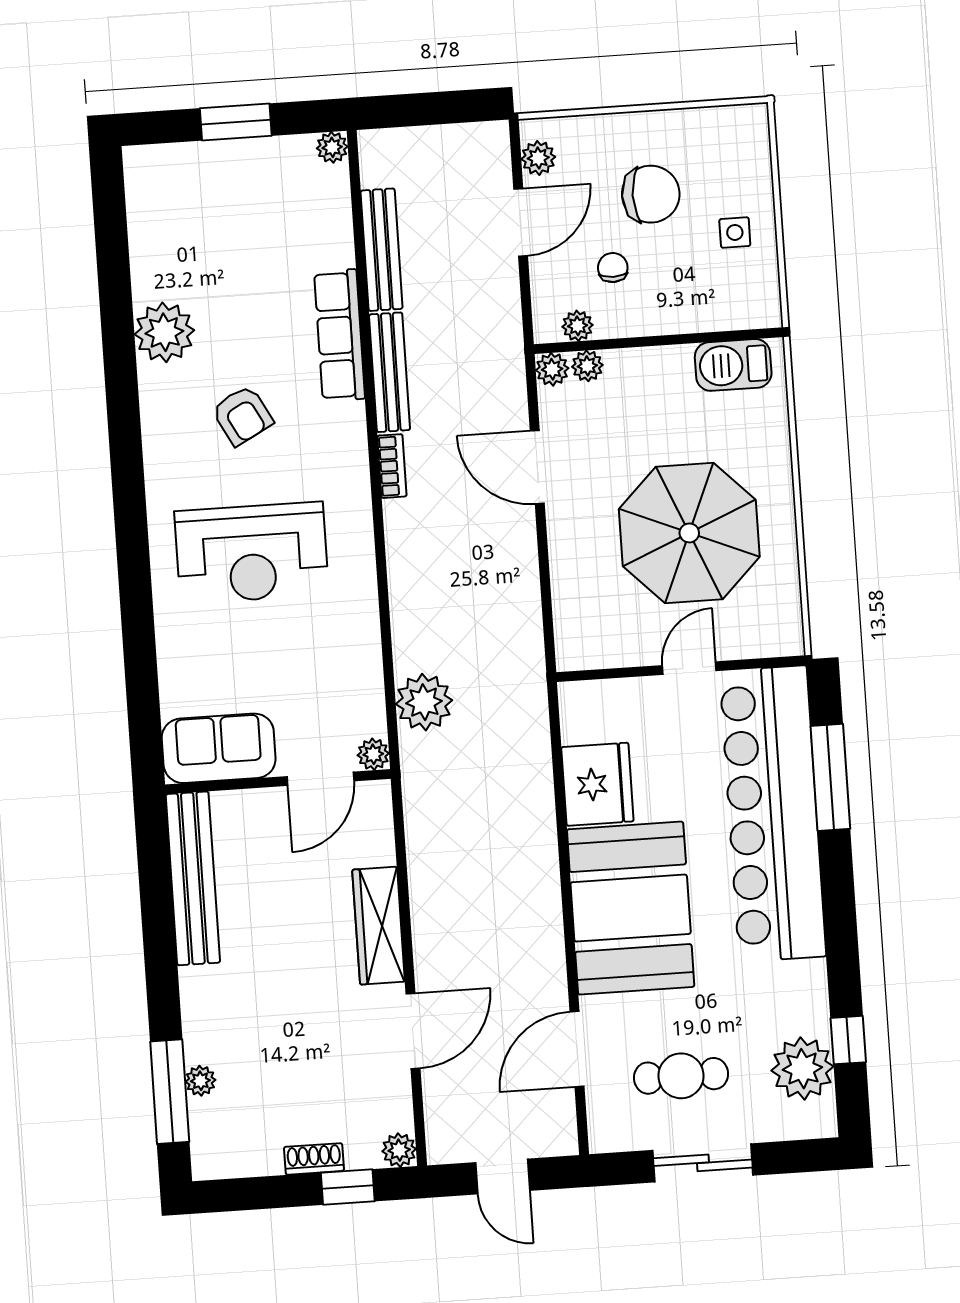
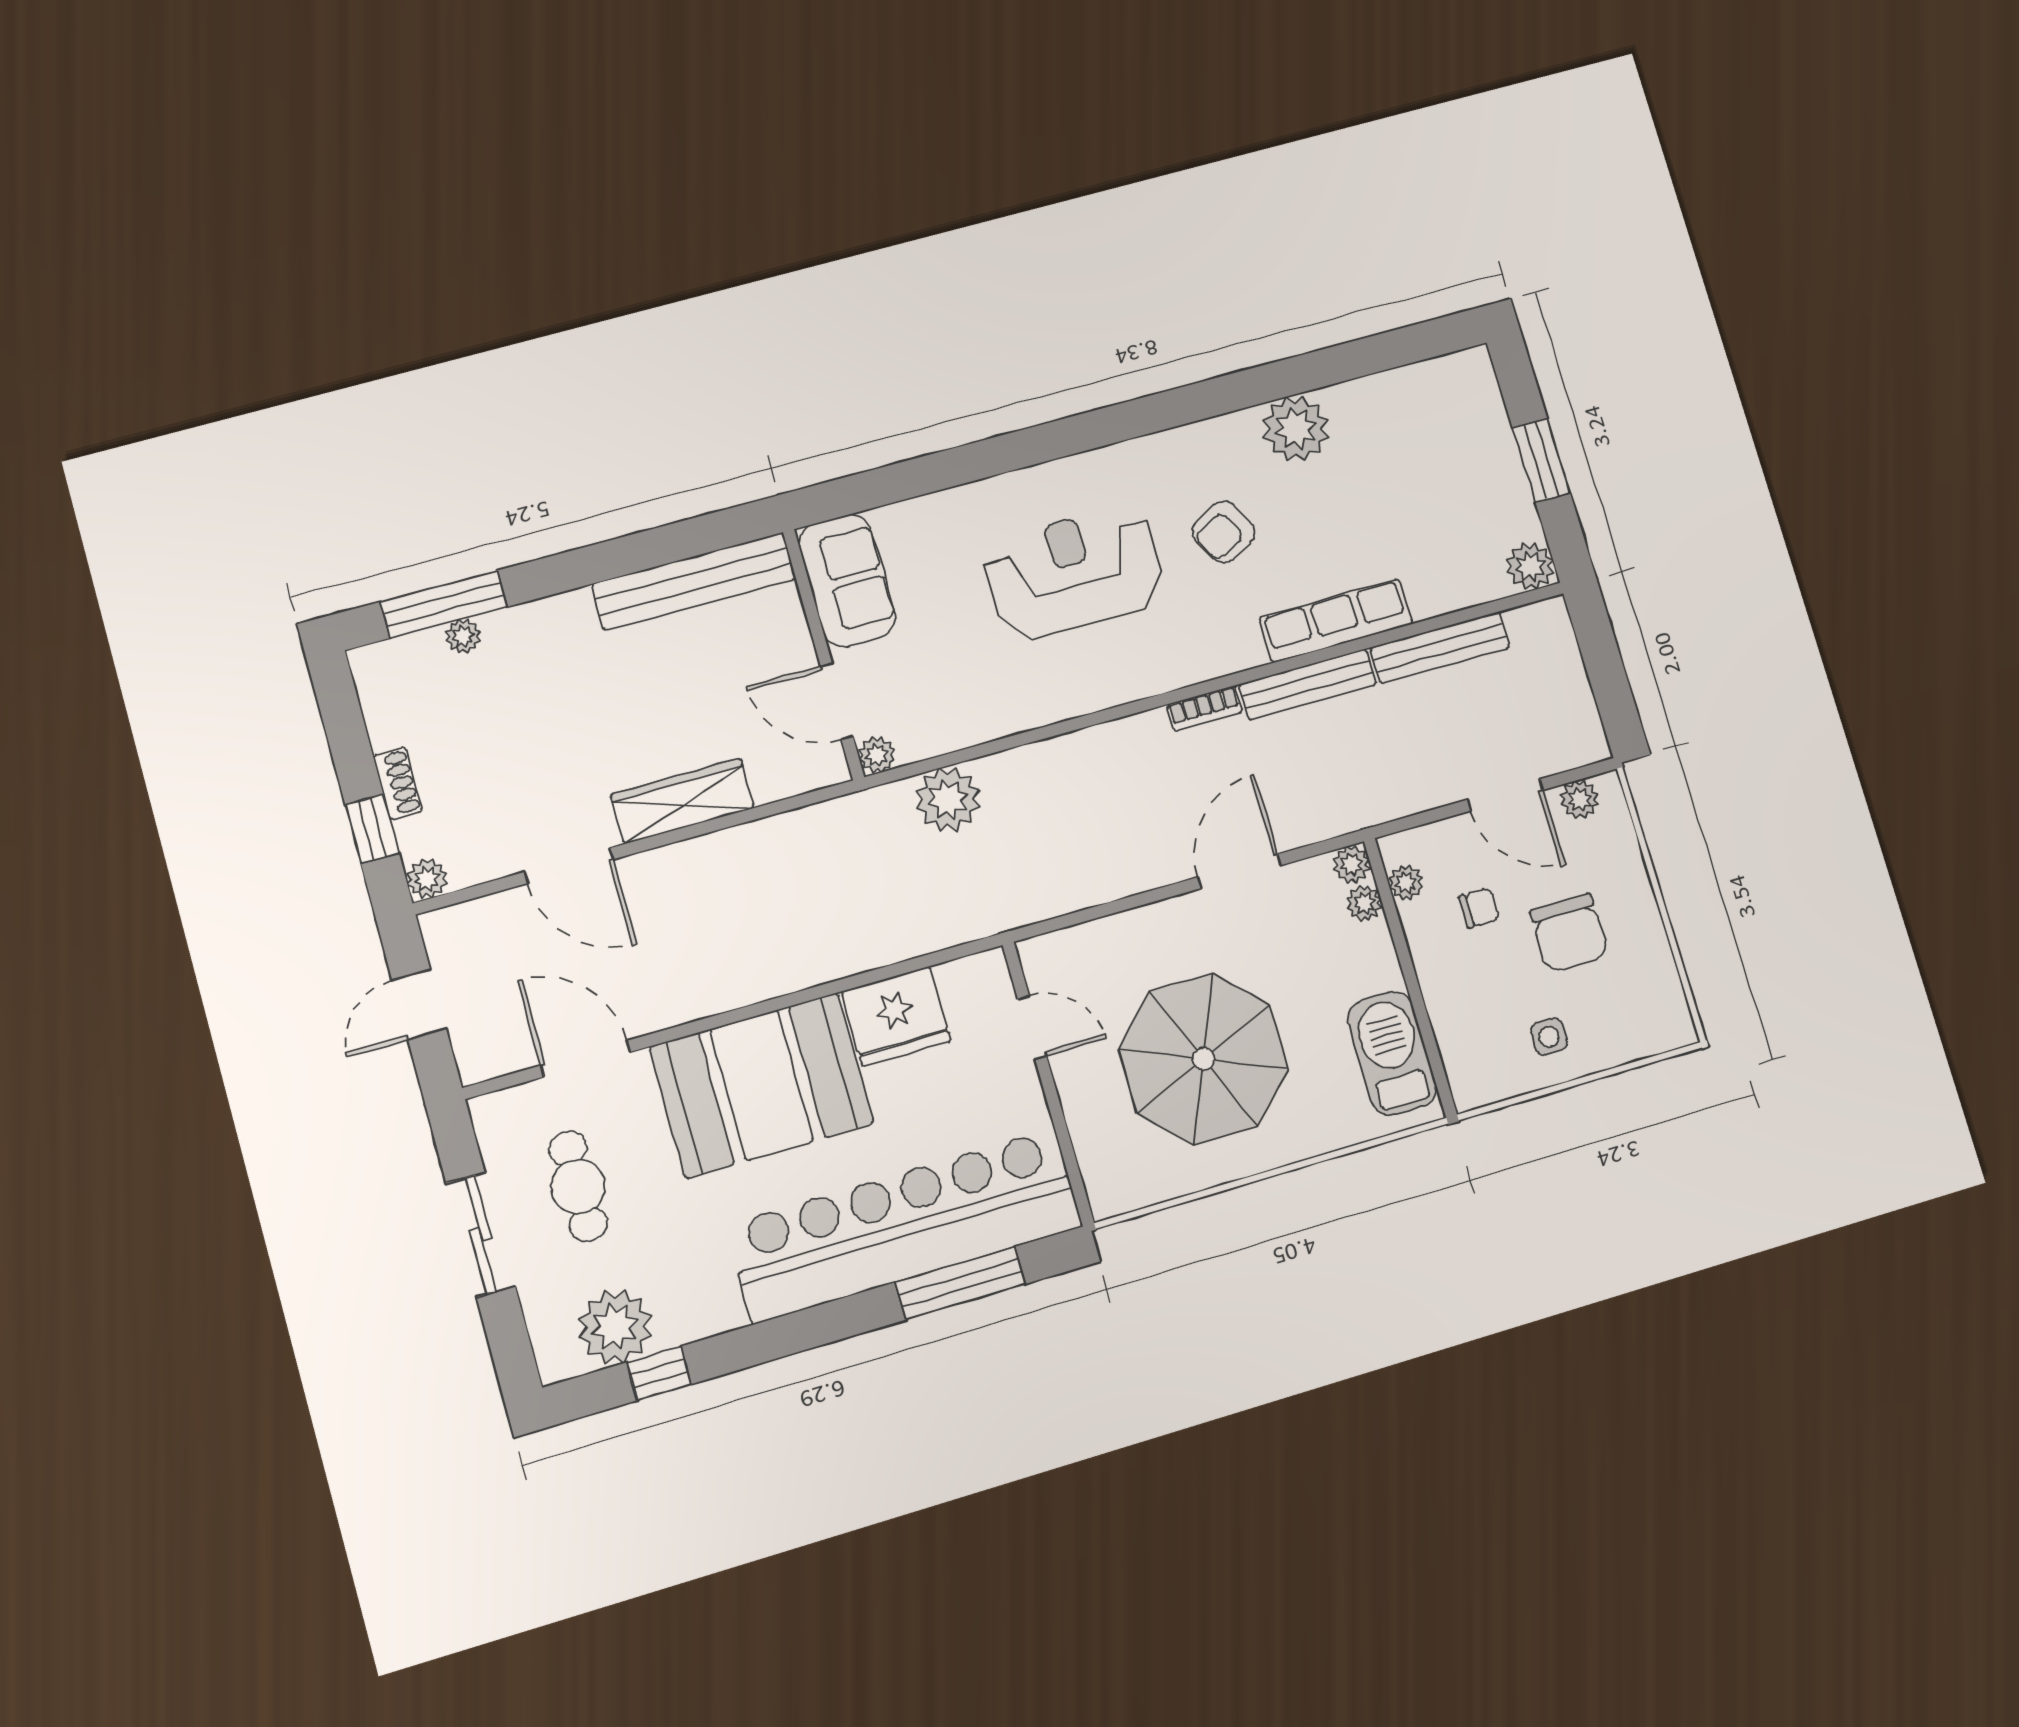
plant: (332, 147) -> (1530, 566), width x1.38, depth x1.38
barbecue: (733, 365) -> (1392, 1053), width x1.37, depth x1.21
reception desk: (252, 553) -> (1074, 573), turned 90
door: (689, 668) -> (1032, 1028), moved

